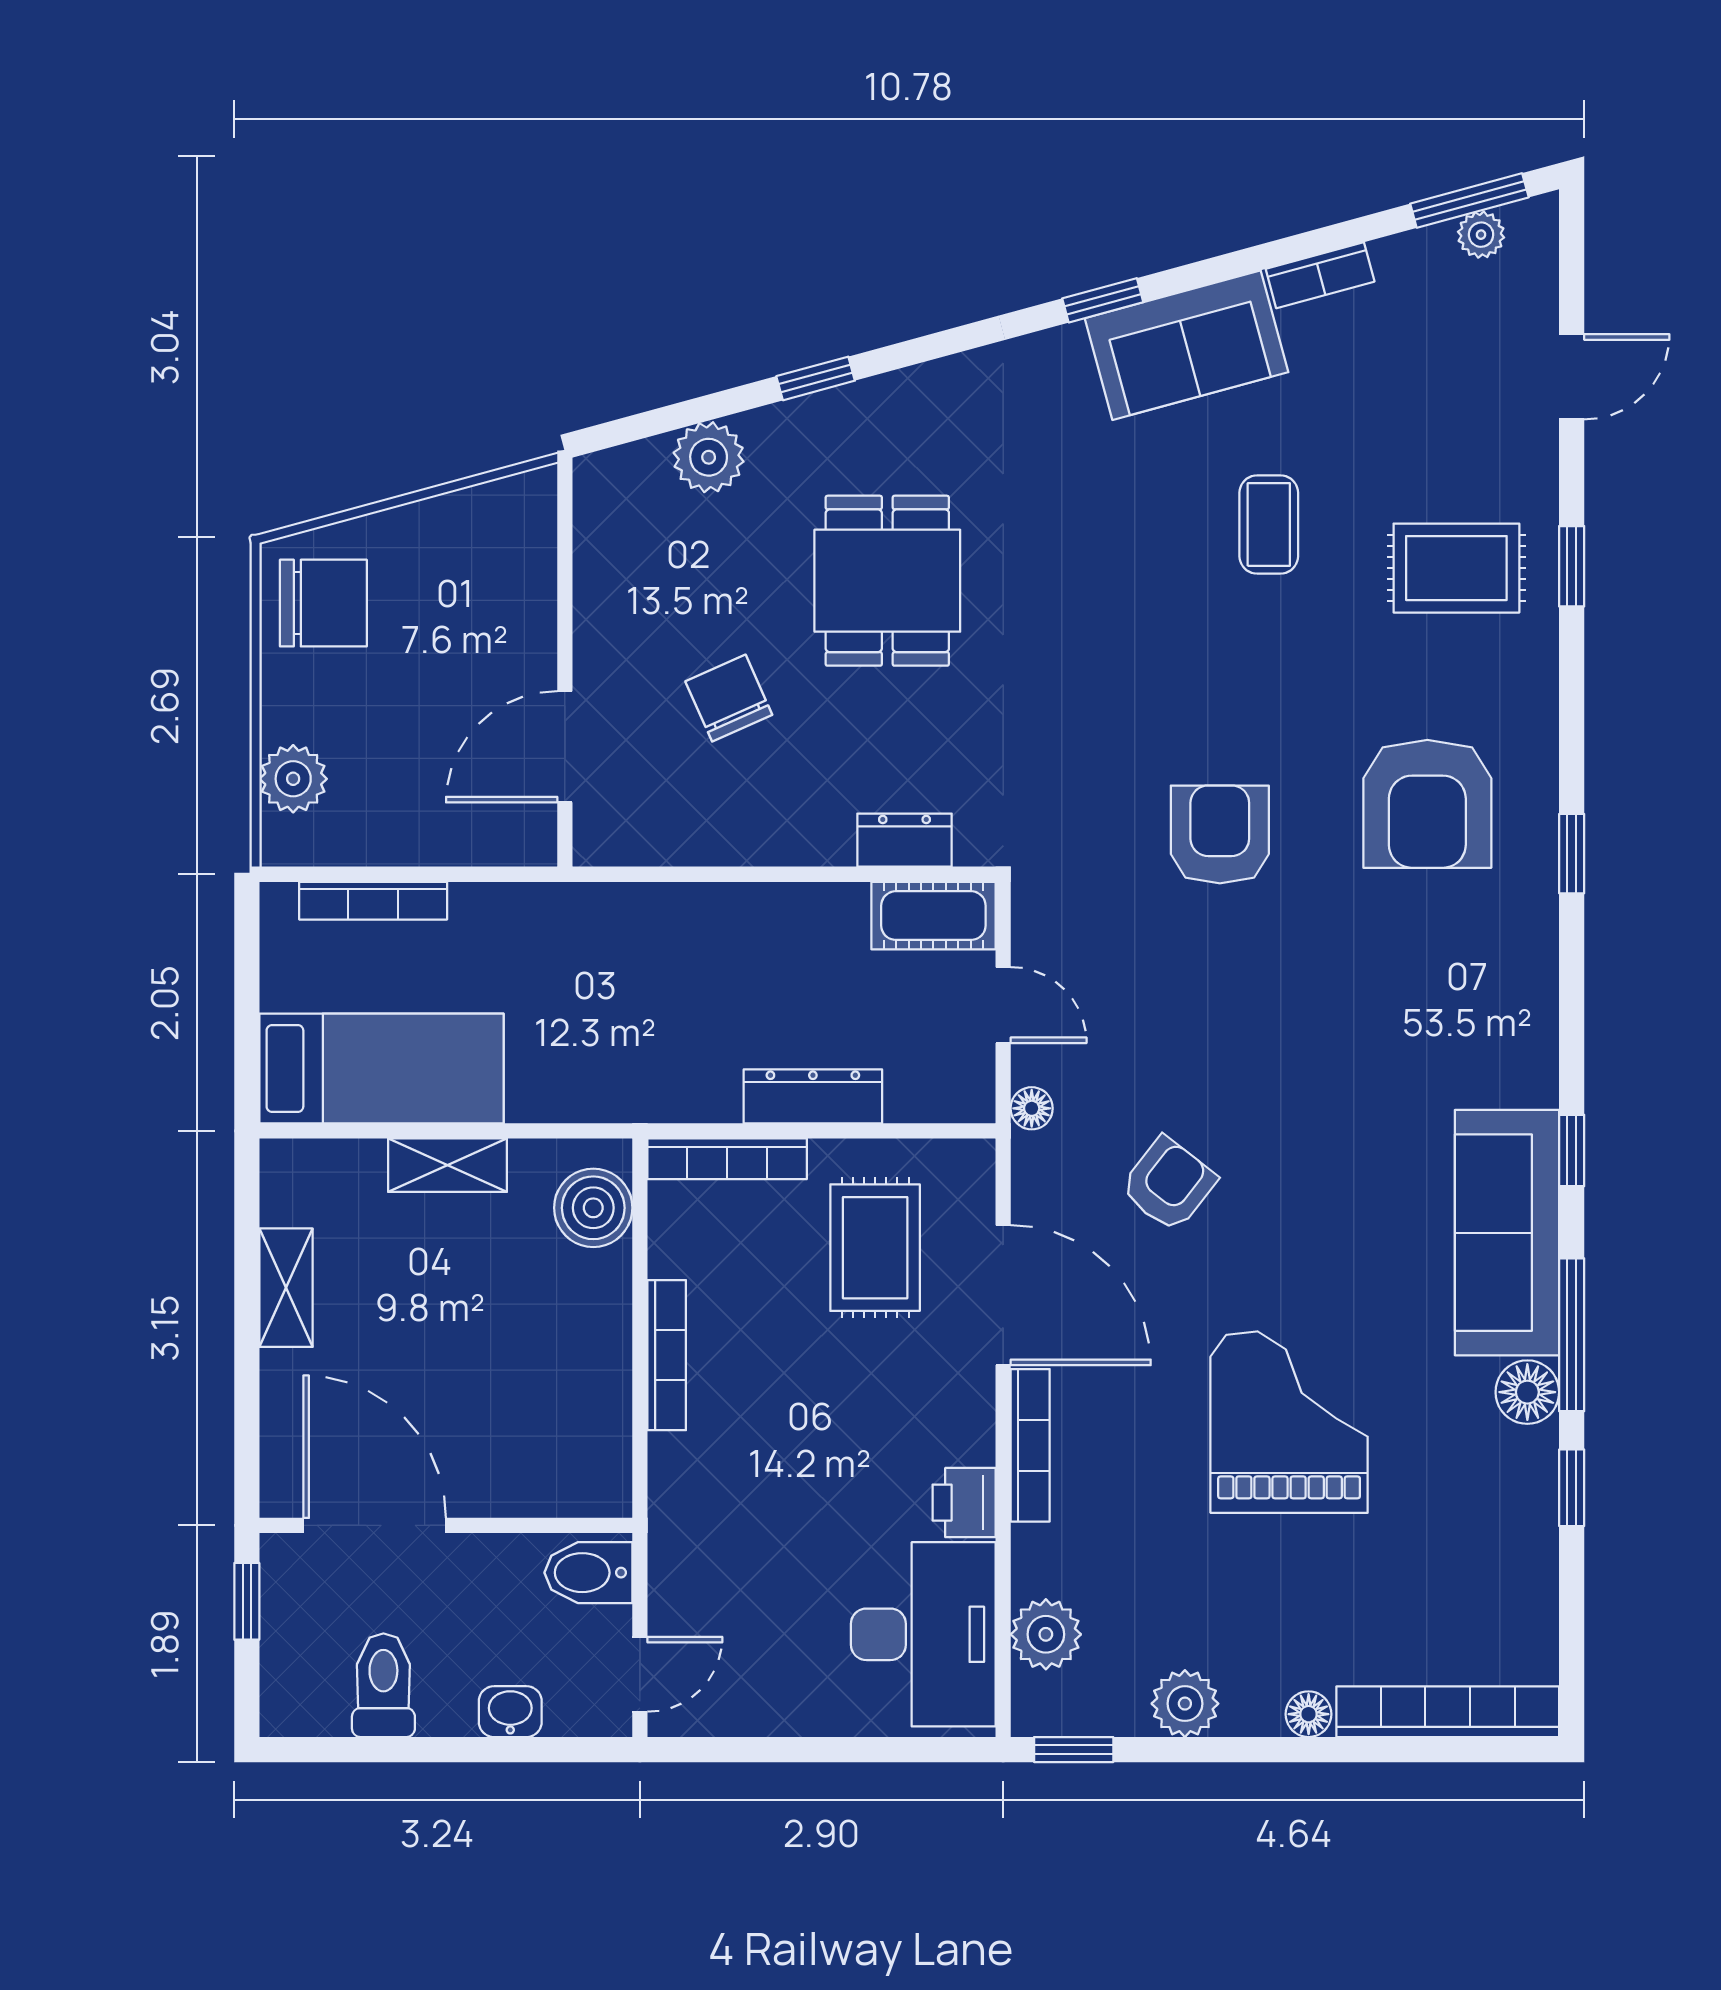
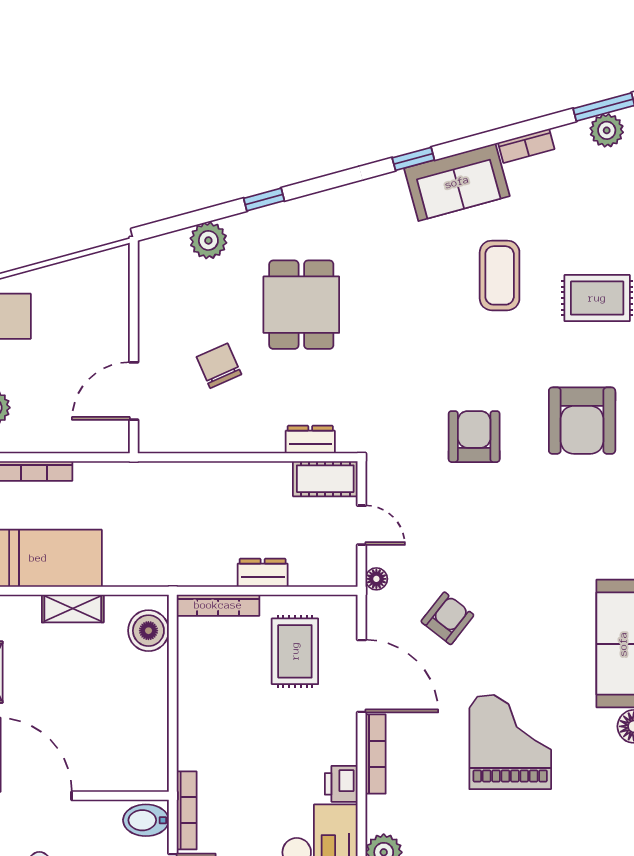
plant: (1481, 235) -> (607, 130), width x1.38, depth x1.38
coffee table: (1269, 524) -> (500, 275), width x1.36, depth x1.30
dresser: (813, 1096) -> (263, 573), width x0.70
bookcase: (667, 1355) -> (187, 810), moved

